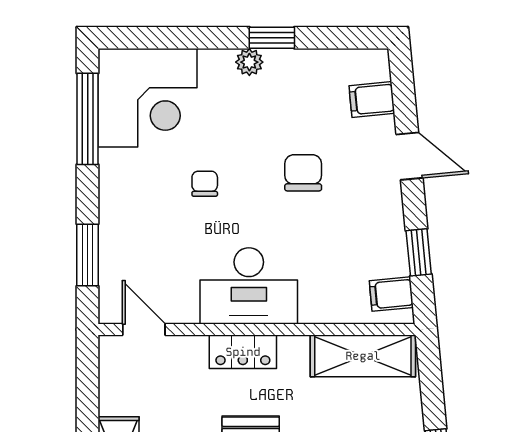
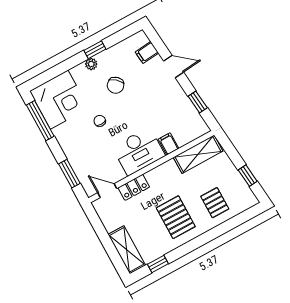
chair: (303, 173) -> (116, 85), moved, turned -139
filing cabinet: (391, 294) -> (169, 144), moved, turned 95
locker: (243, 352) -> (134, 187), moved

